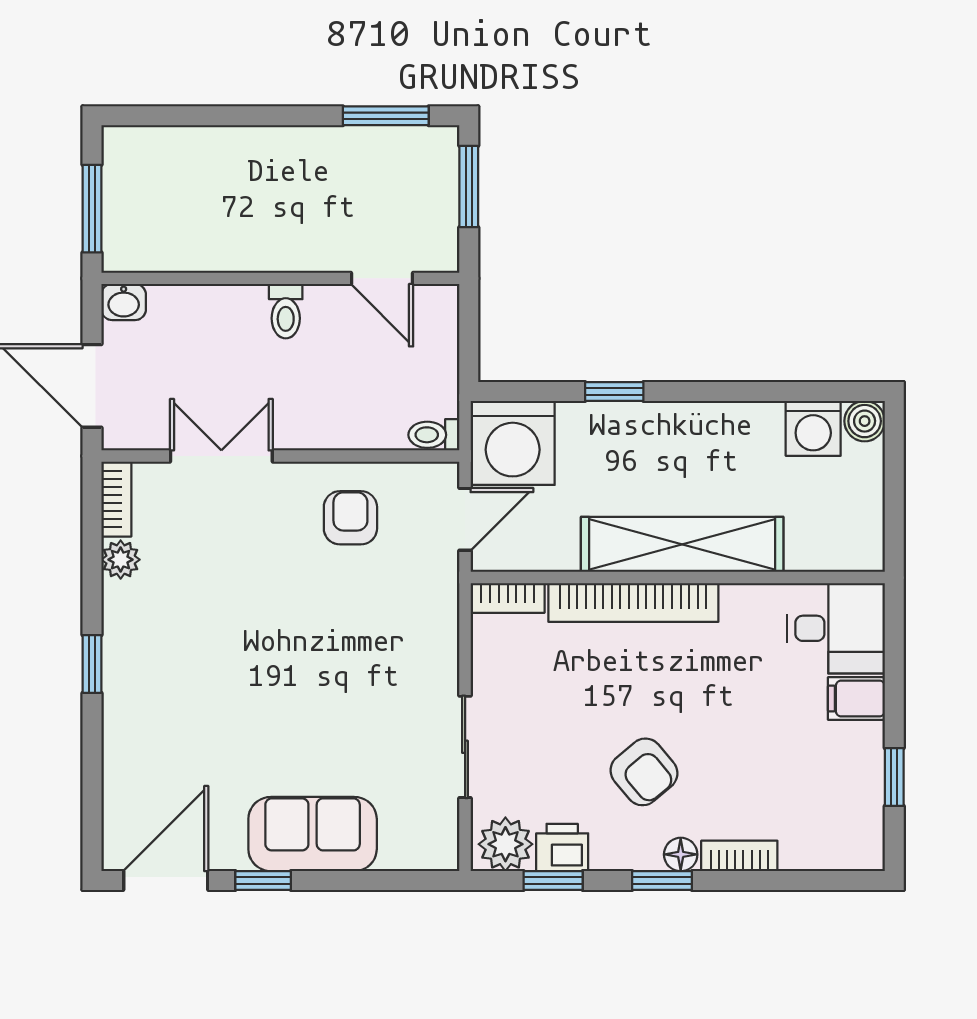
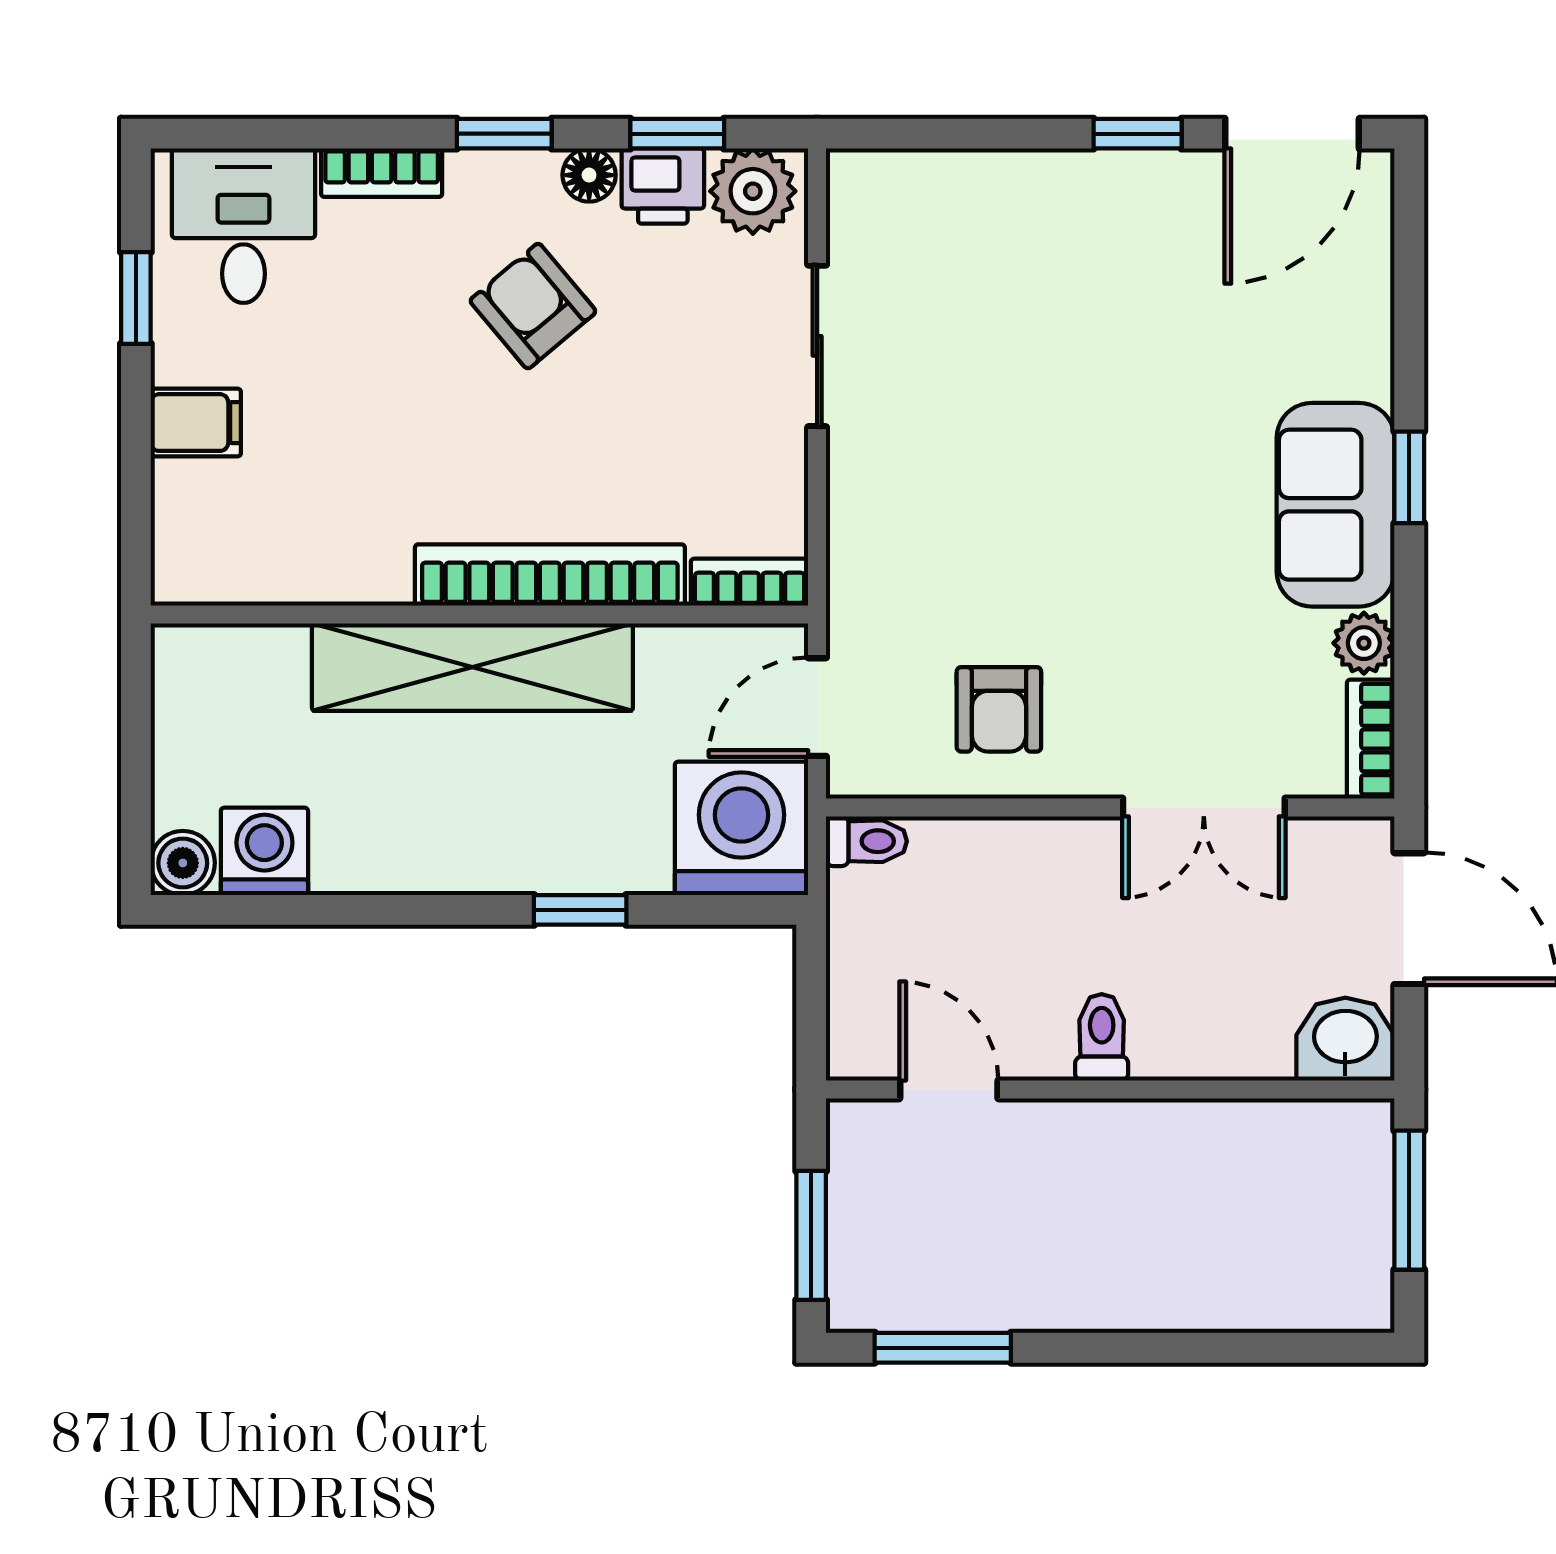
washbasin: (124, 302) -> (1345, 1039), width x1.38, depth x1.45
desk: (836, 628) -> (243, 226), moved, turned 90
sofa: (313, 834) -> (1336, 505), moved, turned 90
floor lamp: (681, 854) -> (589, 175), moved

